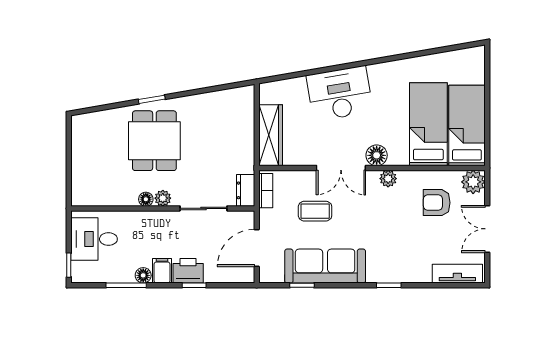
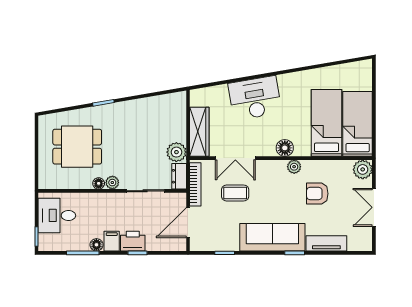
dining table: (154, 141) -> (77, 147), moved, turned 90
plant: (242, 160) -> (176, 152), added
double door: (341, 168) -> (235, 158), moved
bookcase: (266, 191) -> (195, 184), width x1.56
armchair: (437, 203) -> (317, 194), moved
sofa: (325, 266) -> (272, 237), moved
tv unit: (457, 274) -> (326, 243), moved

